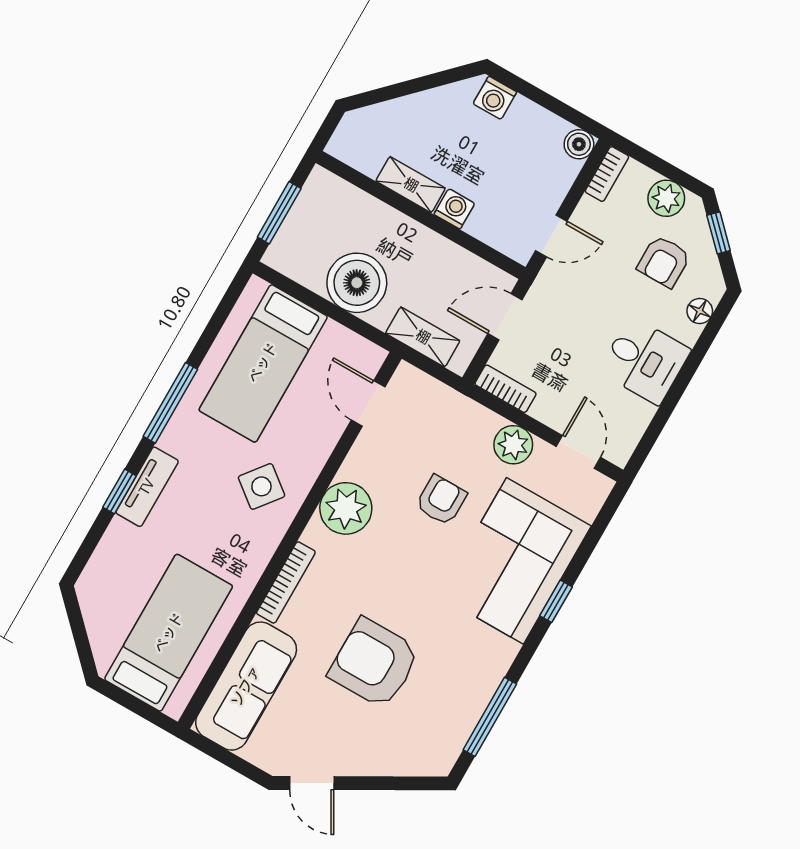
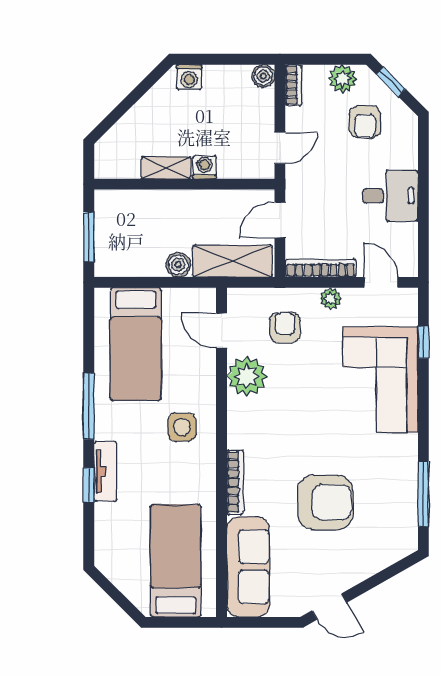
boiler: (357, 283) -> (178, 265), width x0.54, depth x0.54
floor lamp: (700, 311) -> (408, 141), removed
shelving: (423, 337) -> (233, 261), width x1.50, depth x1.33
bookcase: (506, 389) -> (321, 268), width x1.56
plant: (513, 445) -> (331, 299), width x0.73, depth x0.73
side table: (261, 486) -> (182, 427), turned -38
armchair: (441, 500) -> (285, 328), moved
plant: (346, 508) -> (247, 376), moved
window: (556, 601) -> (423, 342), moved
armchair: (374, 663) -> (325, 502), turned 180

